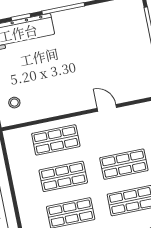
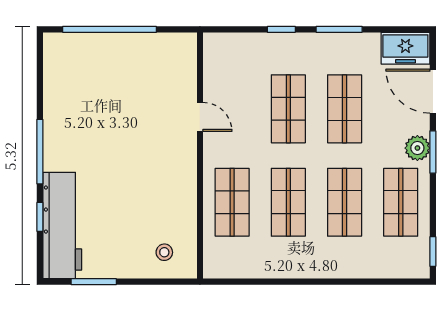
door: (107, 108) -> (200, 117), swing flipped

